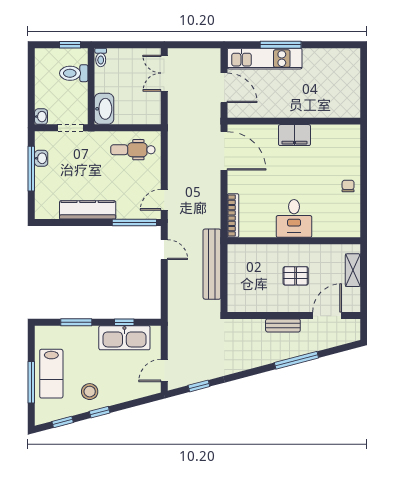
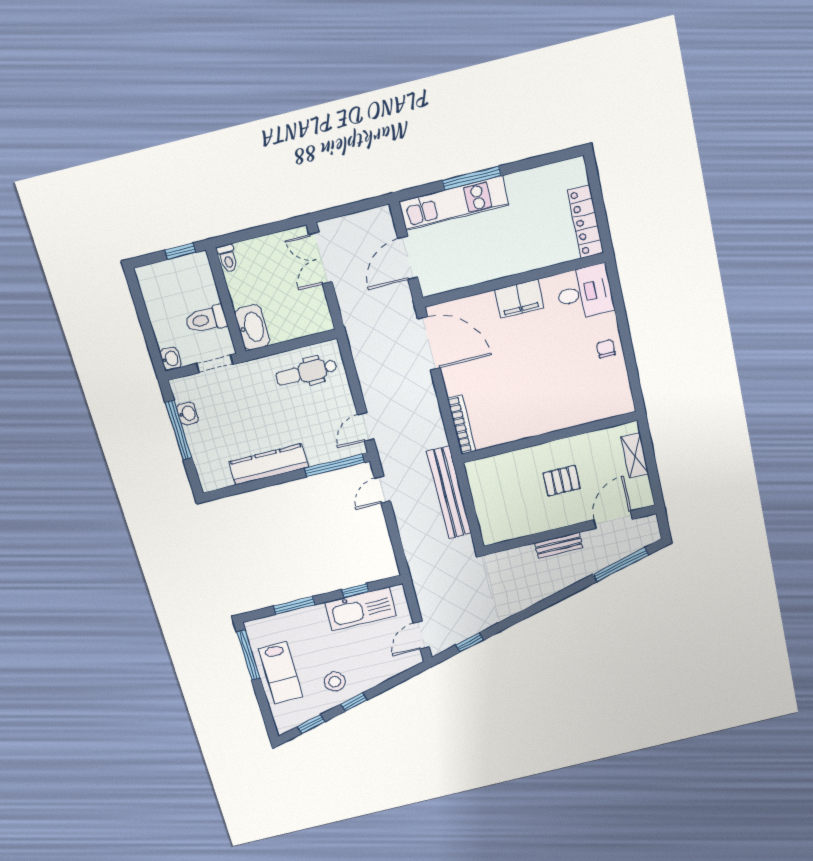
toilet: (74, 73) -> (206, 319), moved
door: (224, 88) -> (408, 258), swing flipped
locker: (352, 93) -> (586, 222), added
desk: (294, 218) -> (585, 292), moved, turned -90
door: (164, 250) -> (382, 490), swing flipped
window: (296, 360) -> (621, 565), moved
window: (31, 382) -> (248, 655), moved

